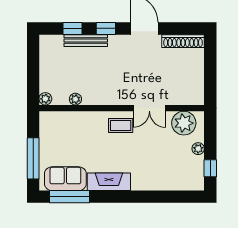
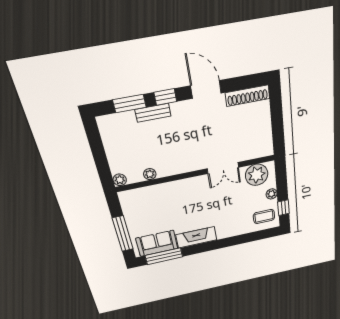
window: (72, 28) -> (129, 104), width x1.50
bench: (86, 41) -> (153, 113), width x0.73
coffee table: (121, 125) -> (264, 217), moved

